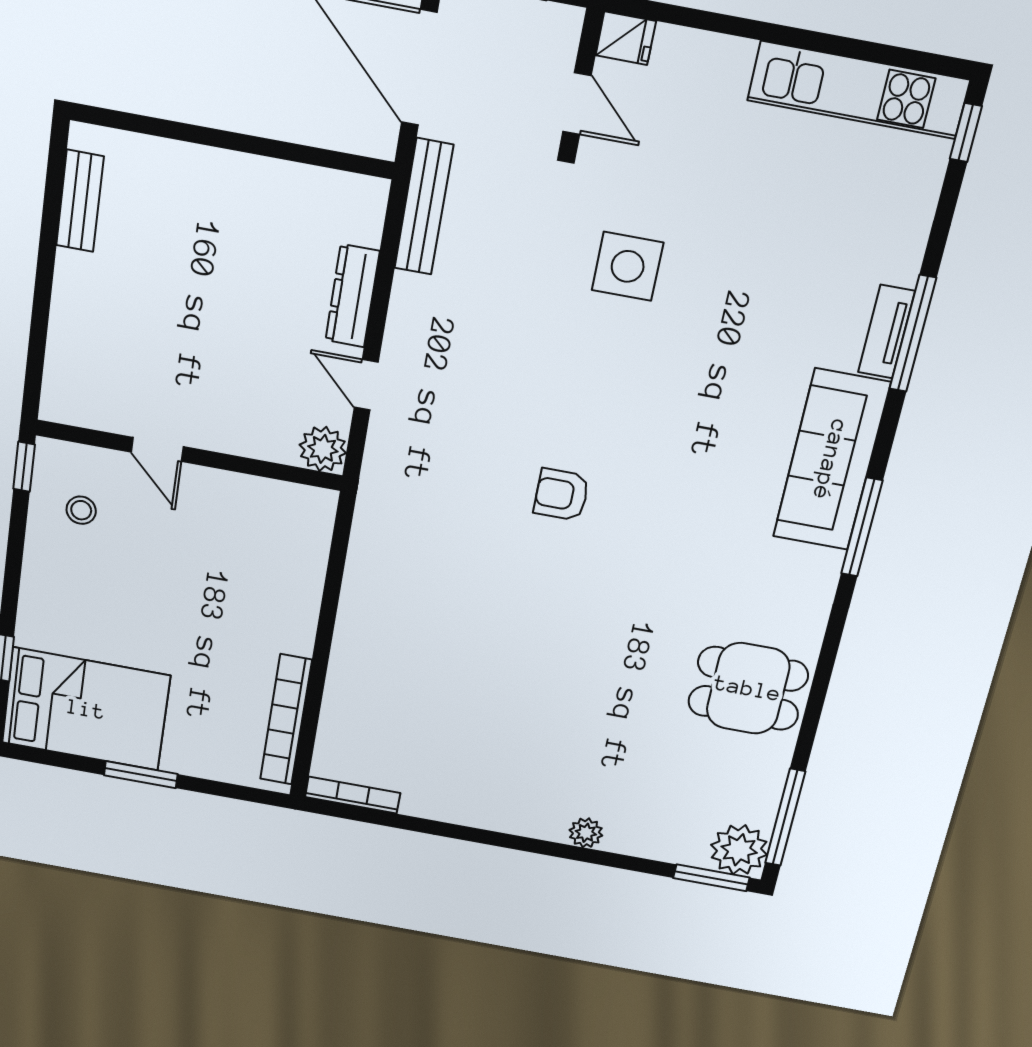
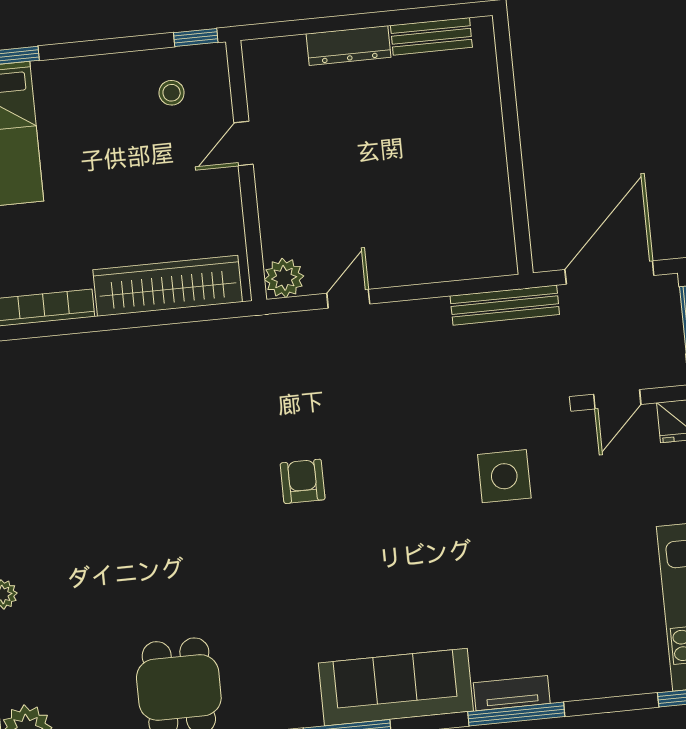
dresser: (352, 296) -> (349, 45), moved, turned 180
wardrobe: (298, 575) -> (168, 286), added

